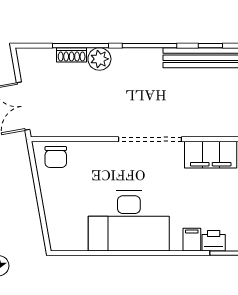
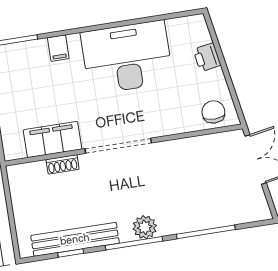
shoe rack: (72, 55) -> (63, 164), moved, turned 180
plant: (99, 59) -> (145, 227), moved
printer: (214, 241) -> (207, 57), moved, turned 80

